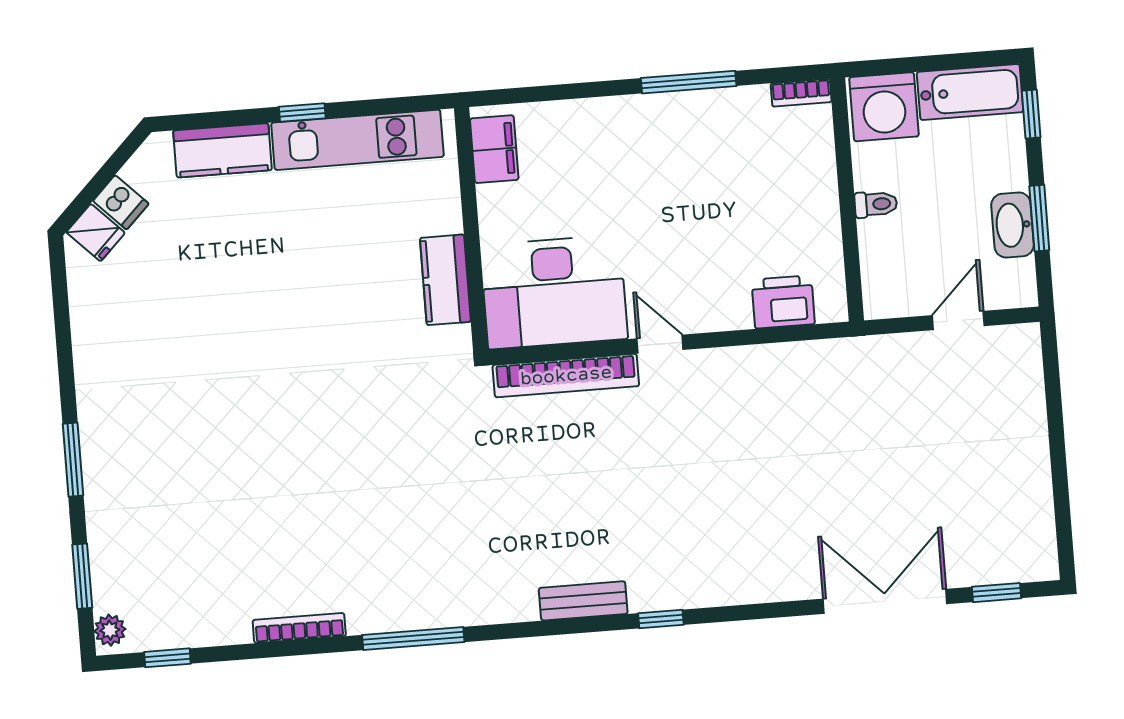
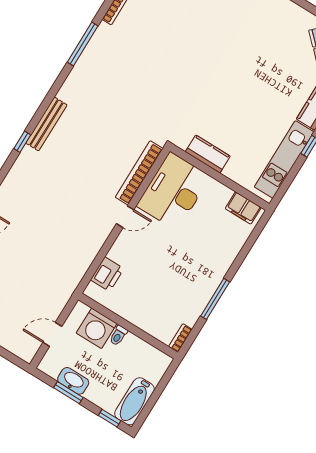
washing machine: (884, 107) -> (97, 328), moved, turned -90
door: (958, 321) -> (52, 334), swing flipped
bench: (583, 601) -> (46, 124), width x1.36

